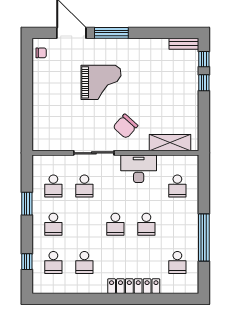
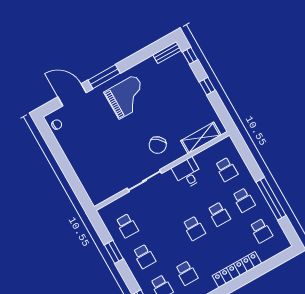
grand piano: (101, 82) -> (127, 97), moved
window: (204, 83) -> (207, 86), moved
desk: (139, 169) -> (188, 173), width x0.73
school desk: (84, 186) -> (244, 200), moved

